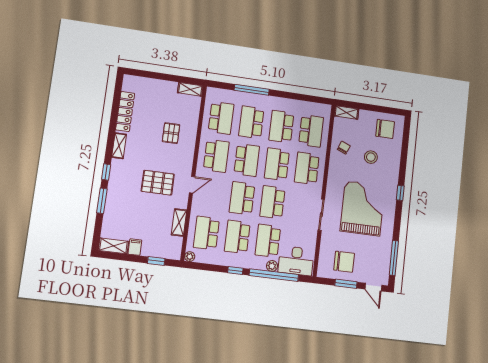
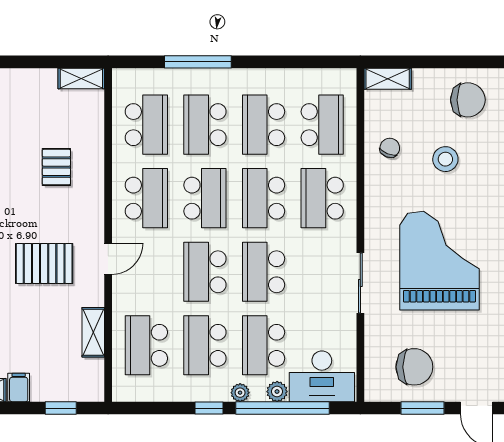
plant: (190, 257) -> (240, 393), moved

